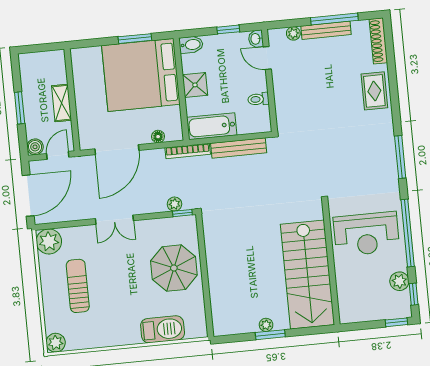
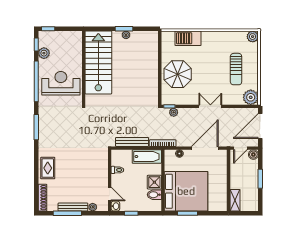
bidet: (191, 45) -> (154, 195), moved
shelving: (62, 103) -> (235, 200), moved

